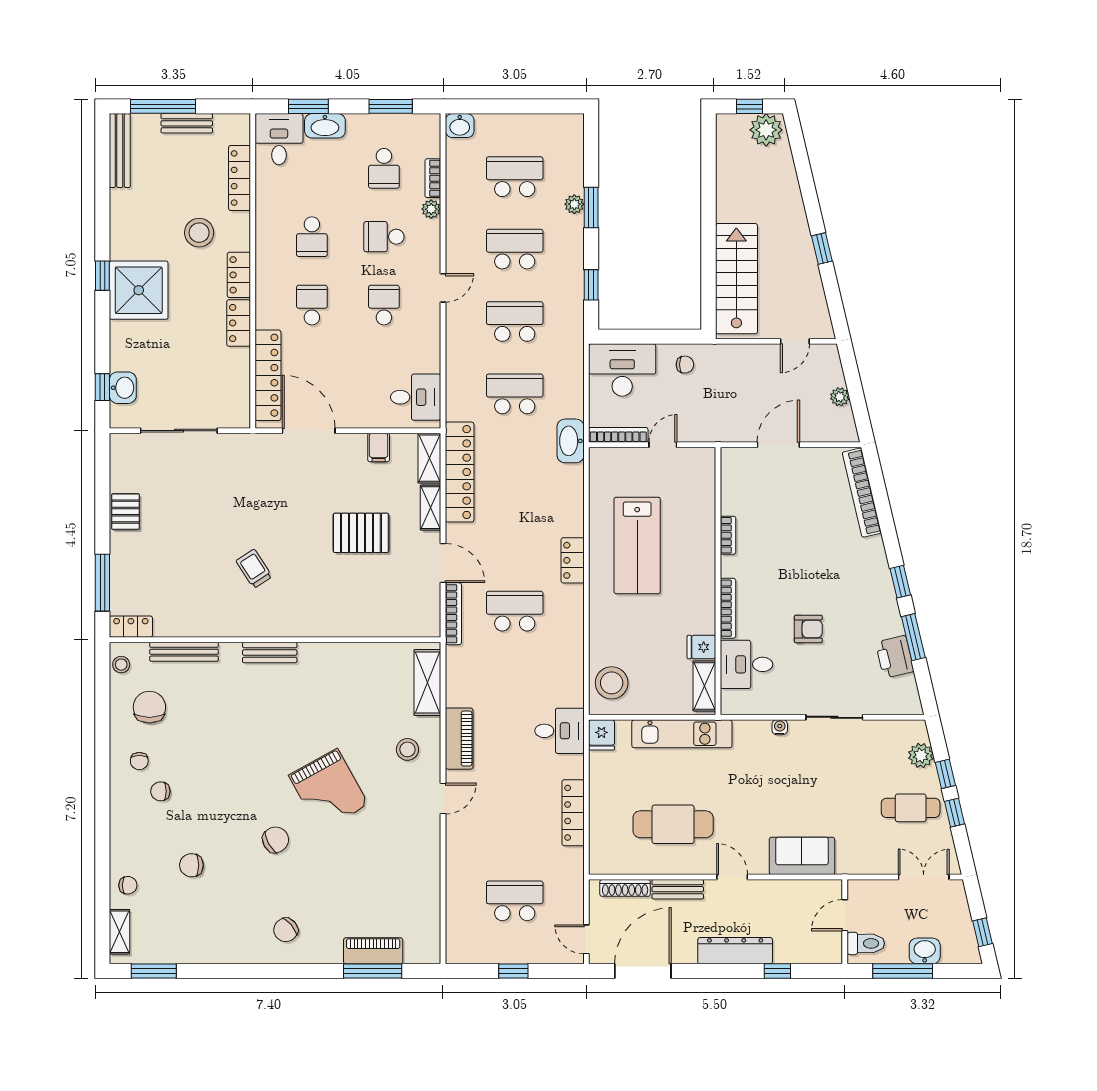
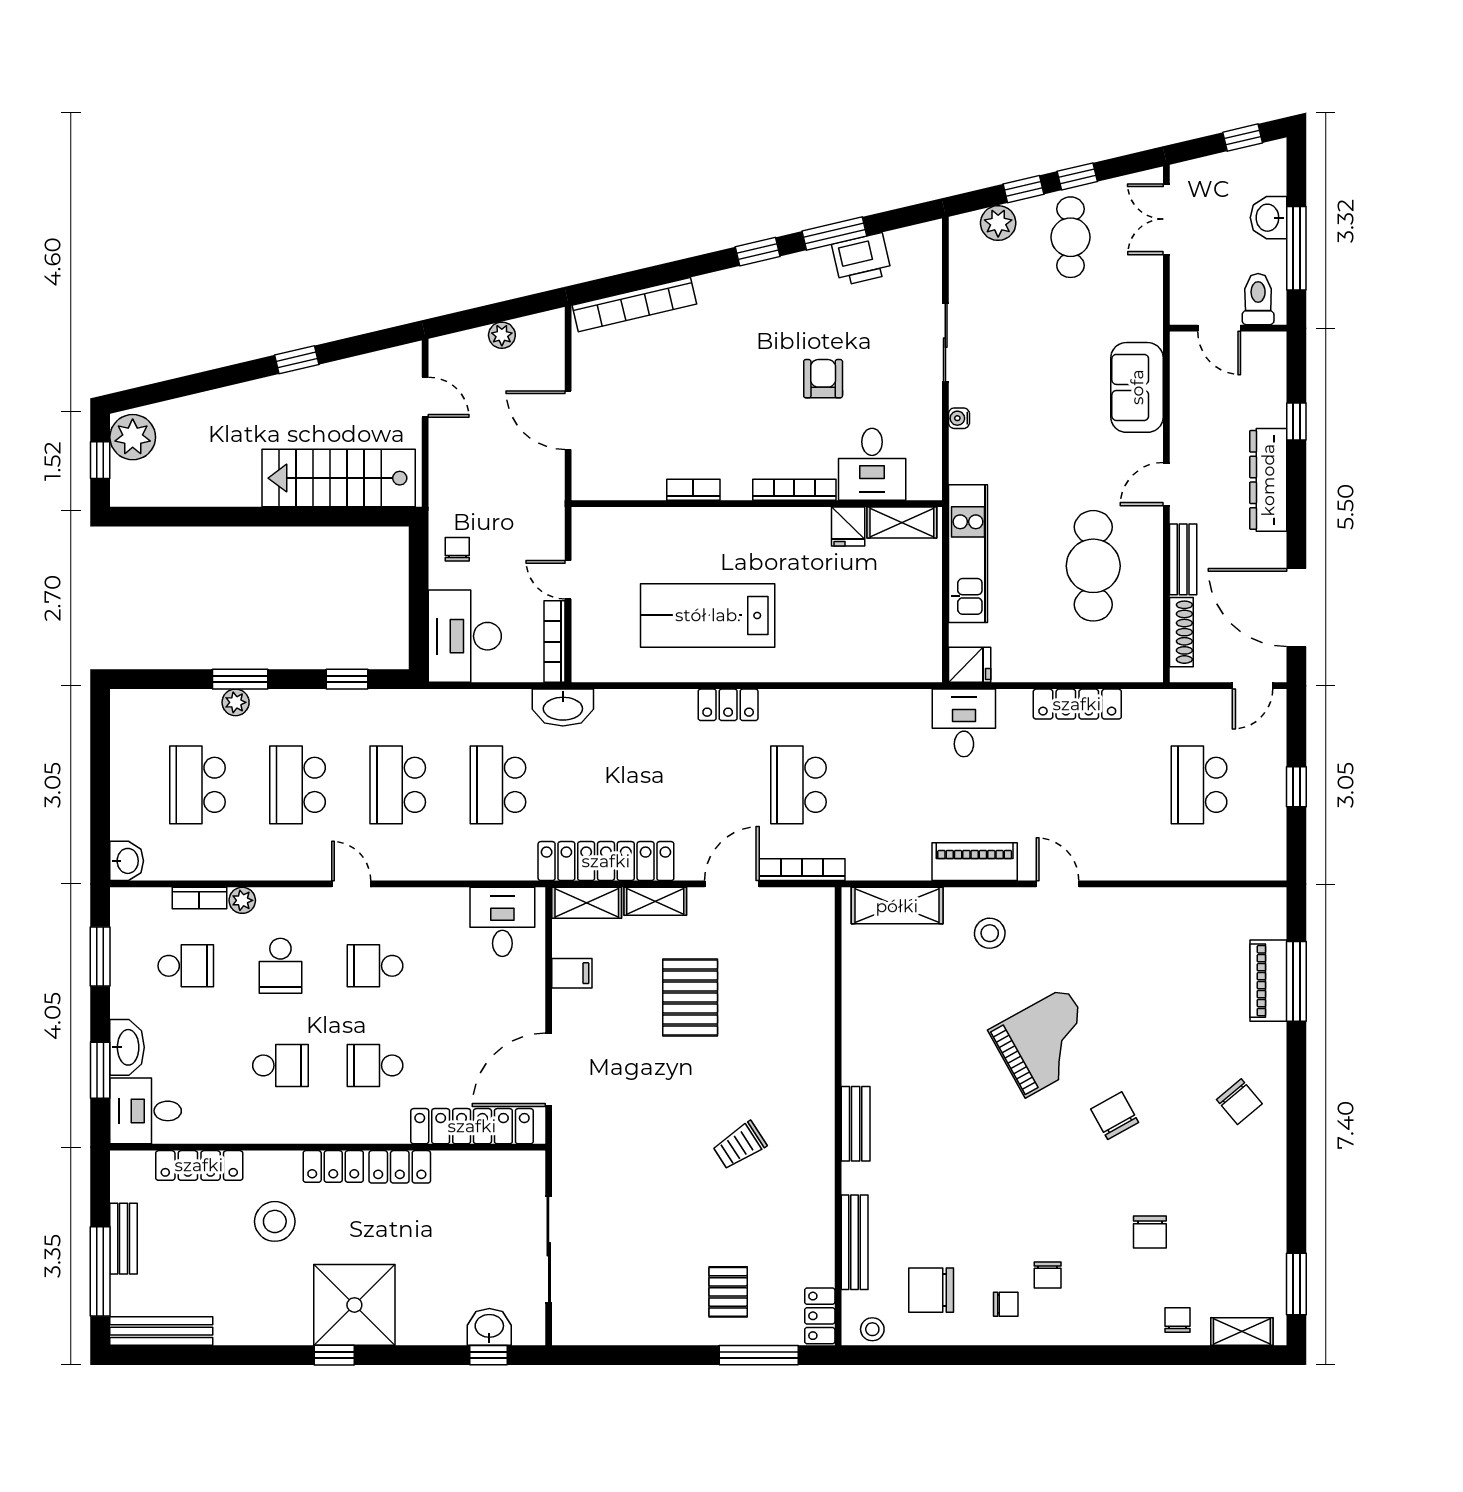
pallet: (125, 512) -> (728, 1292), moved, turned 90
lab bench: (637, 545) -> (708, 615), turned 180
stool: (612, 683) -> (898, 651), removed

